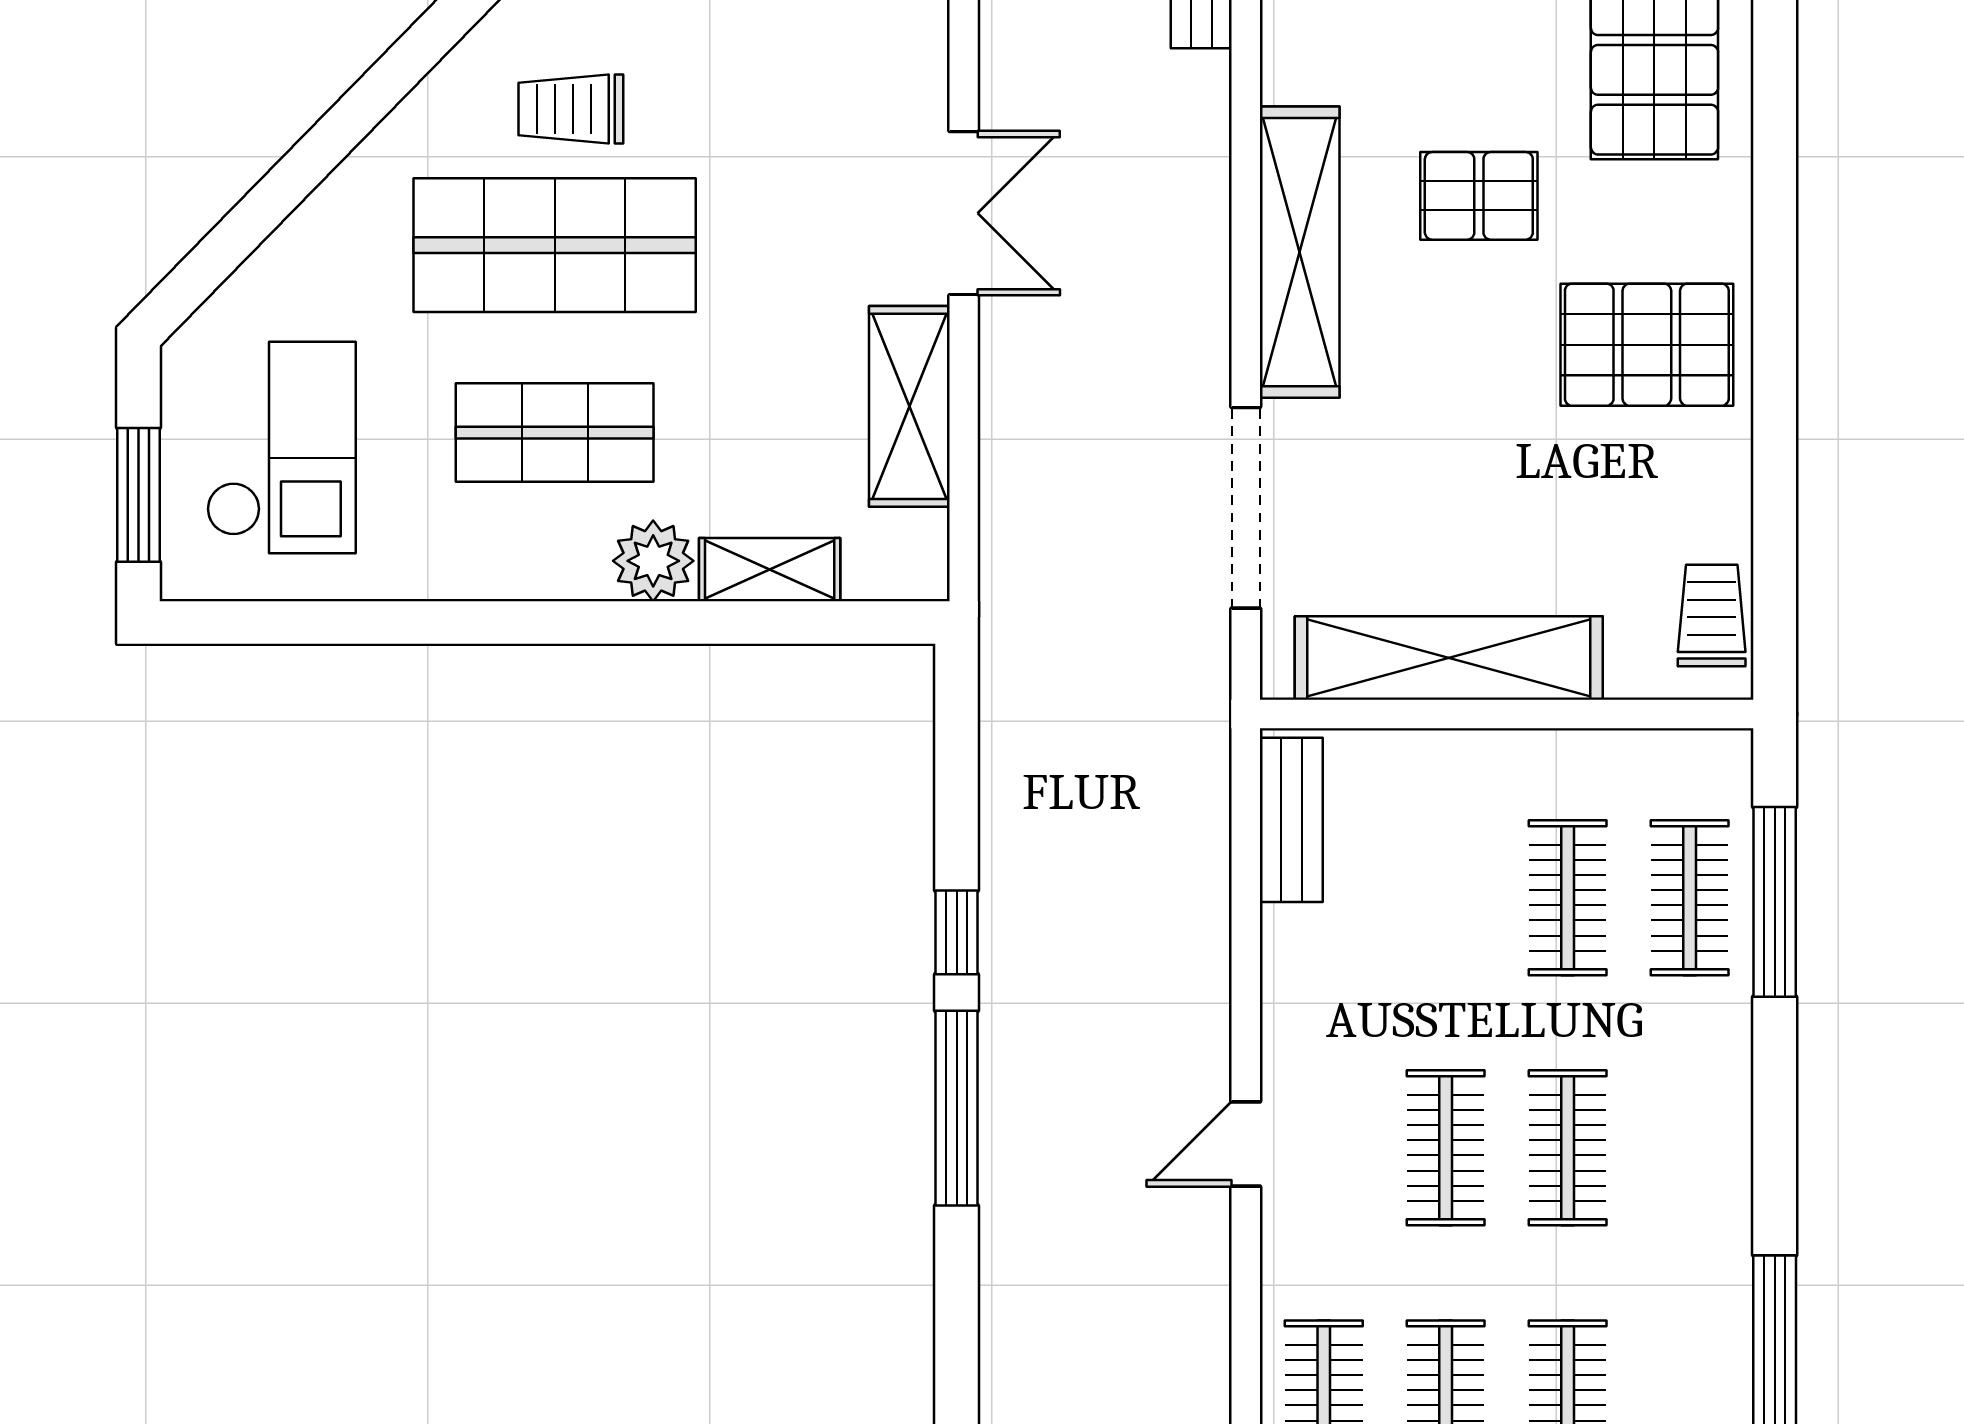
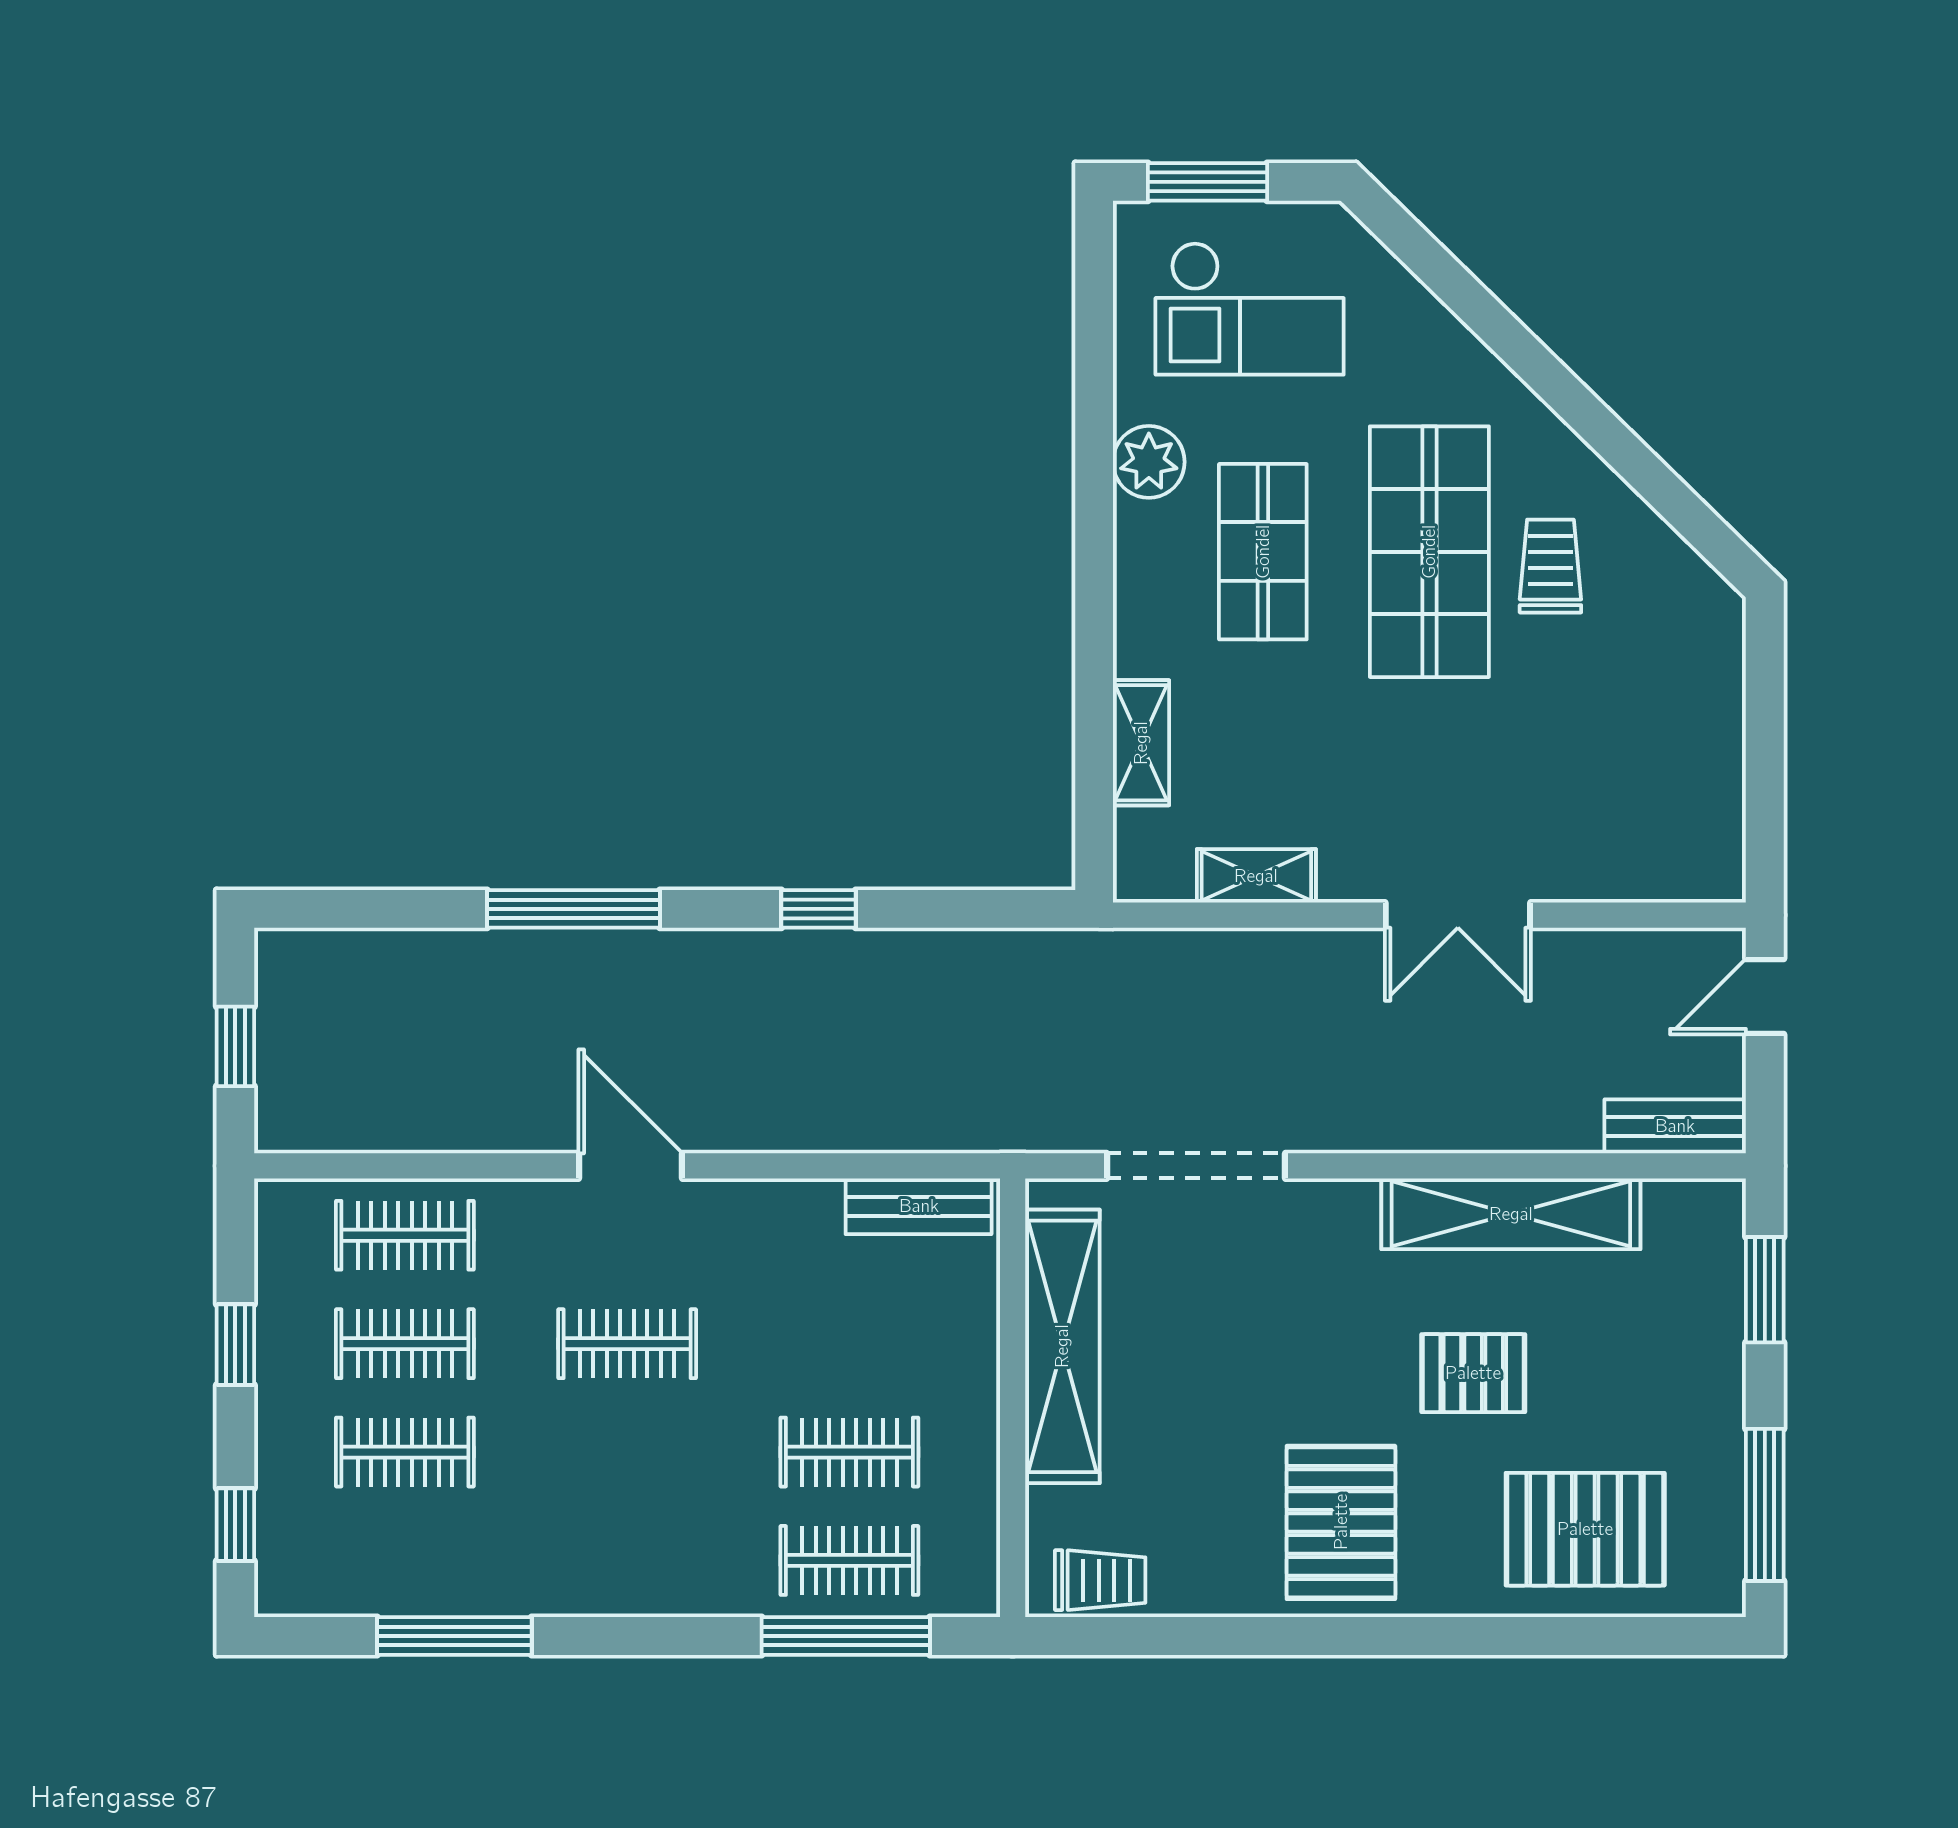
pallet: (1479, 196) -> (1473, 1373), turned 90
shelving: (1300, 252) -> (1511, 1214), moved
shelving: (909, 406) -> (1256, 876), width x0.67, depth x0.75
plant: (653, 561) -> (1149, 462), moved
window: (957, 1108) -> (573, 909), moved
door: (1246, 1144) -> (630, 1166), width x1.38
clothes rail: (1568, 1148) -> (627, 1452), removed

